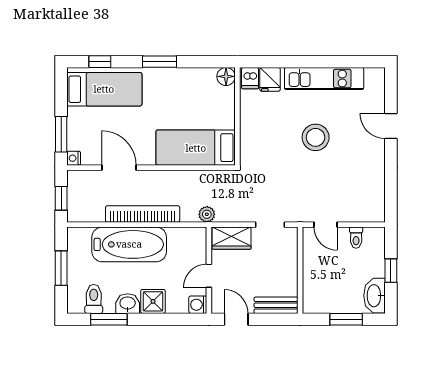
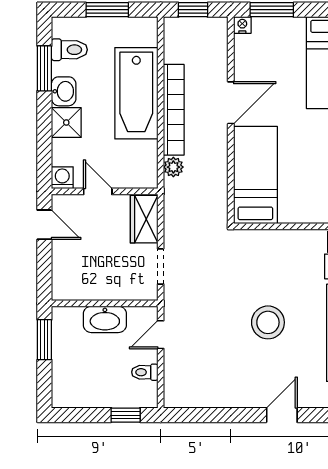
door: (119, 168) -> (231, 103), moved
plant: (207, 214) -> (173, 167), moved
window: (391, 271) -> (126, 415), moved
washbasin: (375, 296) -> (105, 319), moved, turned 180
bench: (276, 305) -> (62, 274), removed
door: (236, 319) -> (44, 225), hinge flipped
window: (346, 319) -> (44, 340), moved

